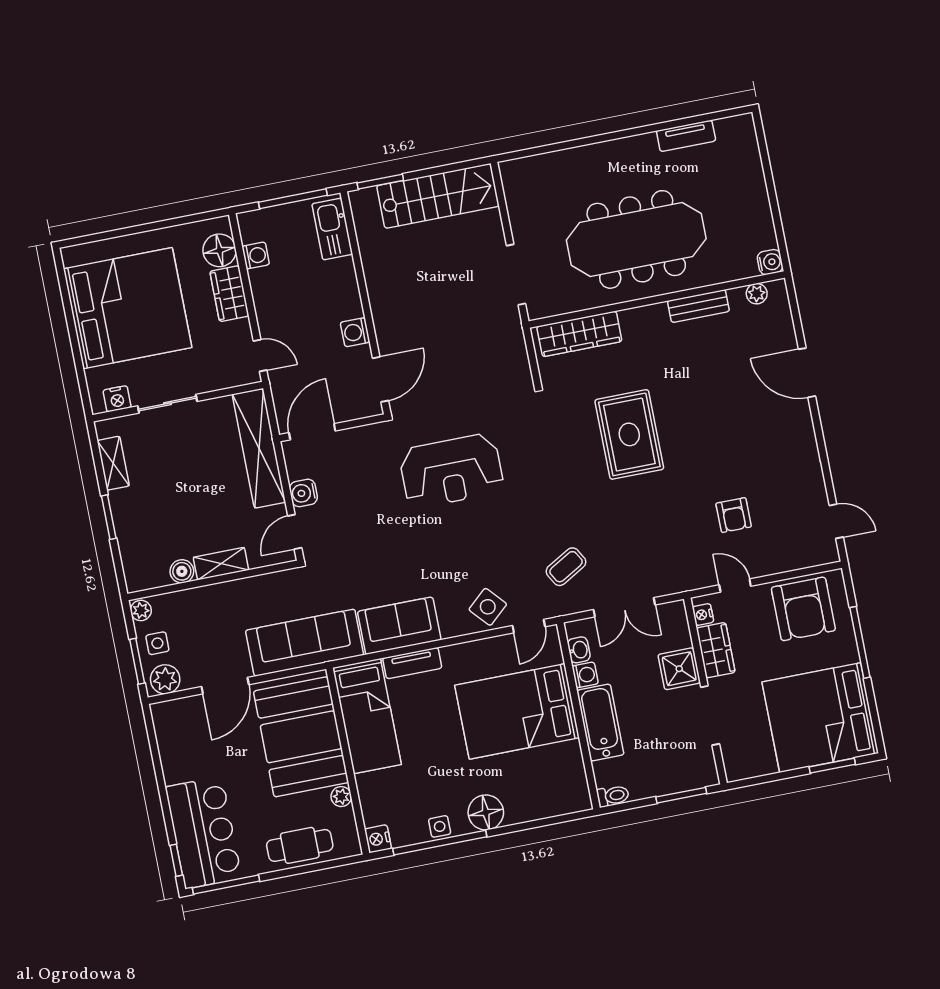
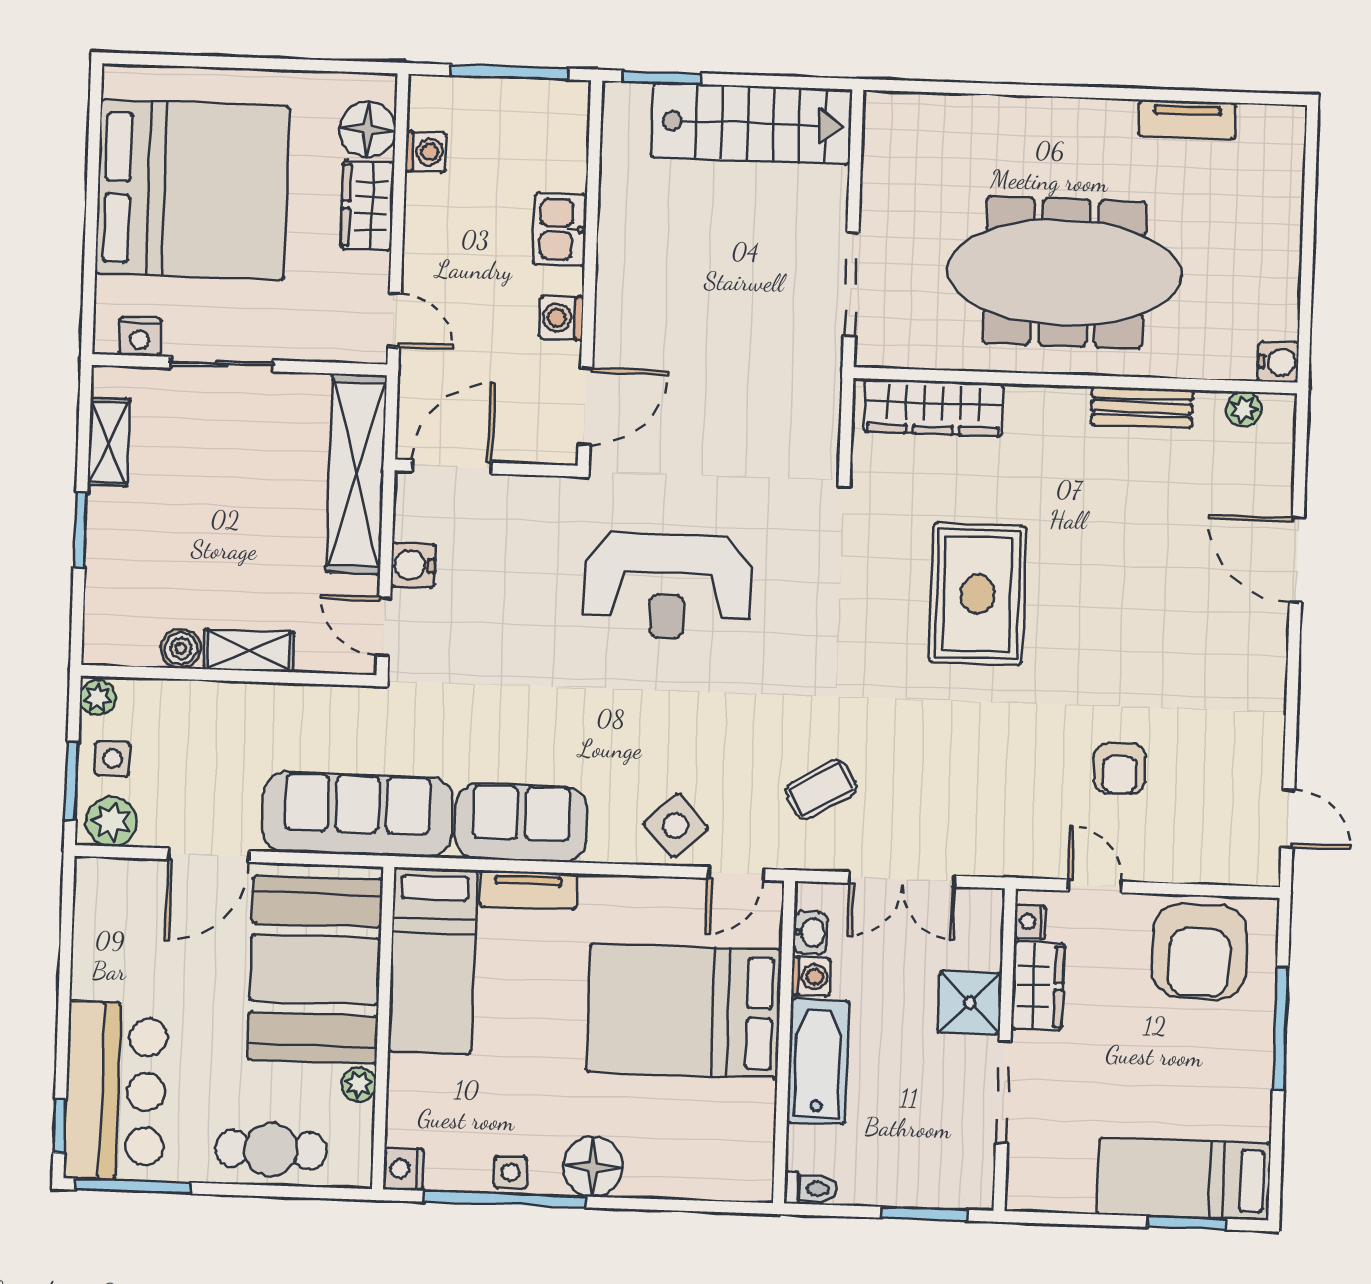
kitchen sink: (332, 229) -> (560, 229), moved, width x0.73
door: (295, 532) -> (384, 626), hinge flipped
bed: (820, 718) -> (1184, 1179), width x0.49

